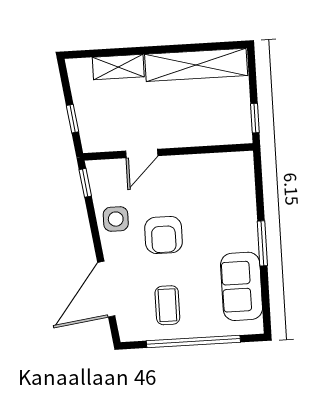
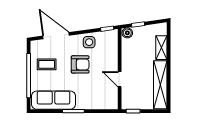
boiler: (91, 140) -> (127, 33), added
door: (142, 153) -> (120, 79), moved
armchair: (164, 235) -> (80, 64), turned 180
sofa: (242, 286) -> (54, 100), width x1.36

